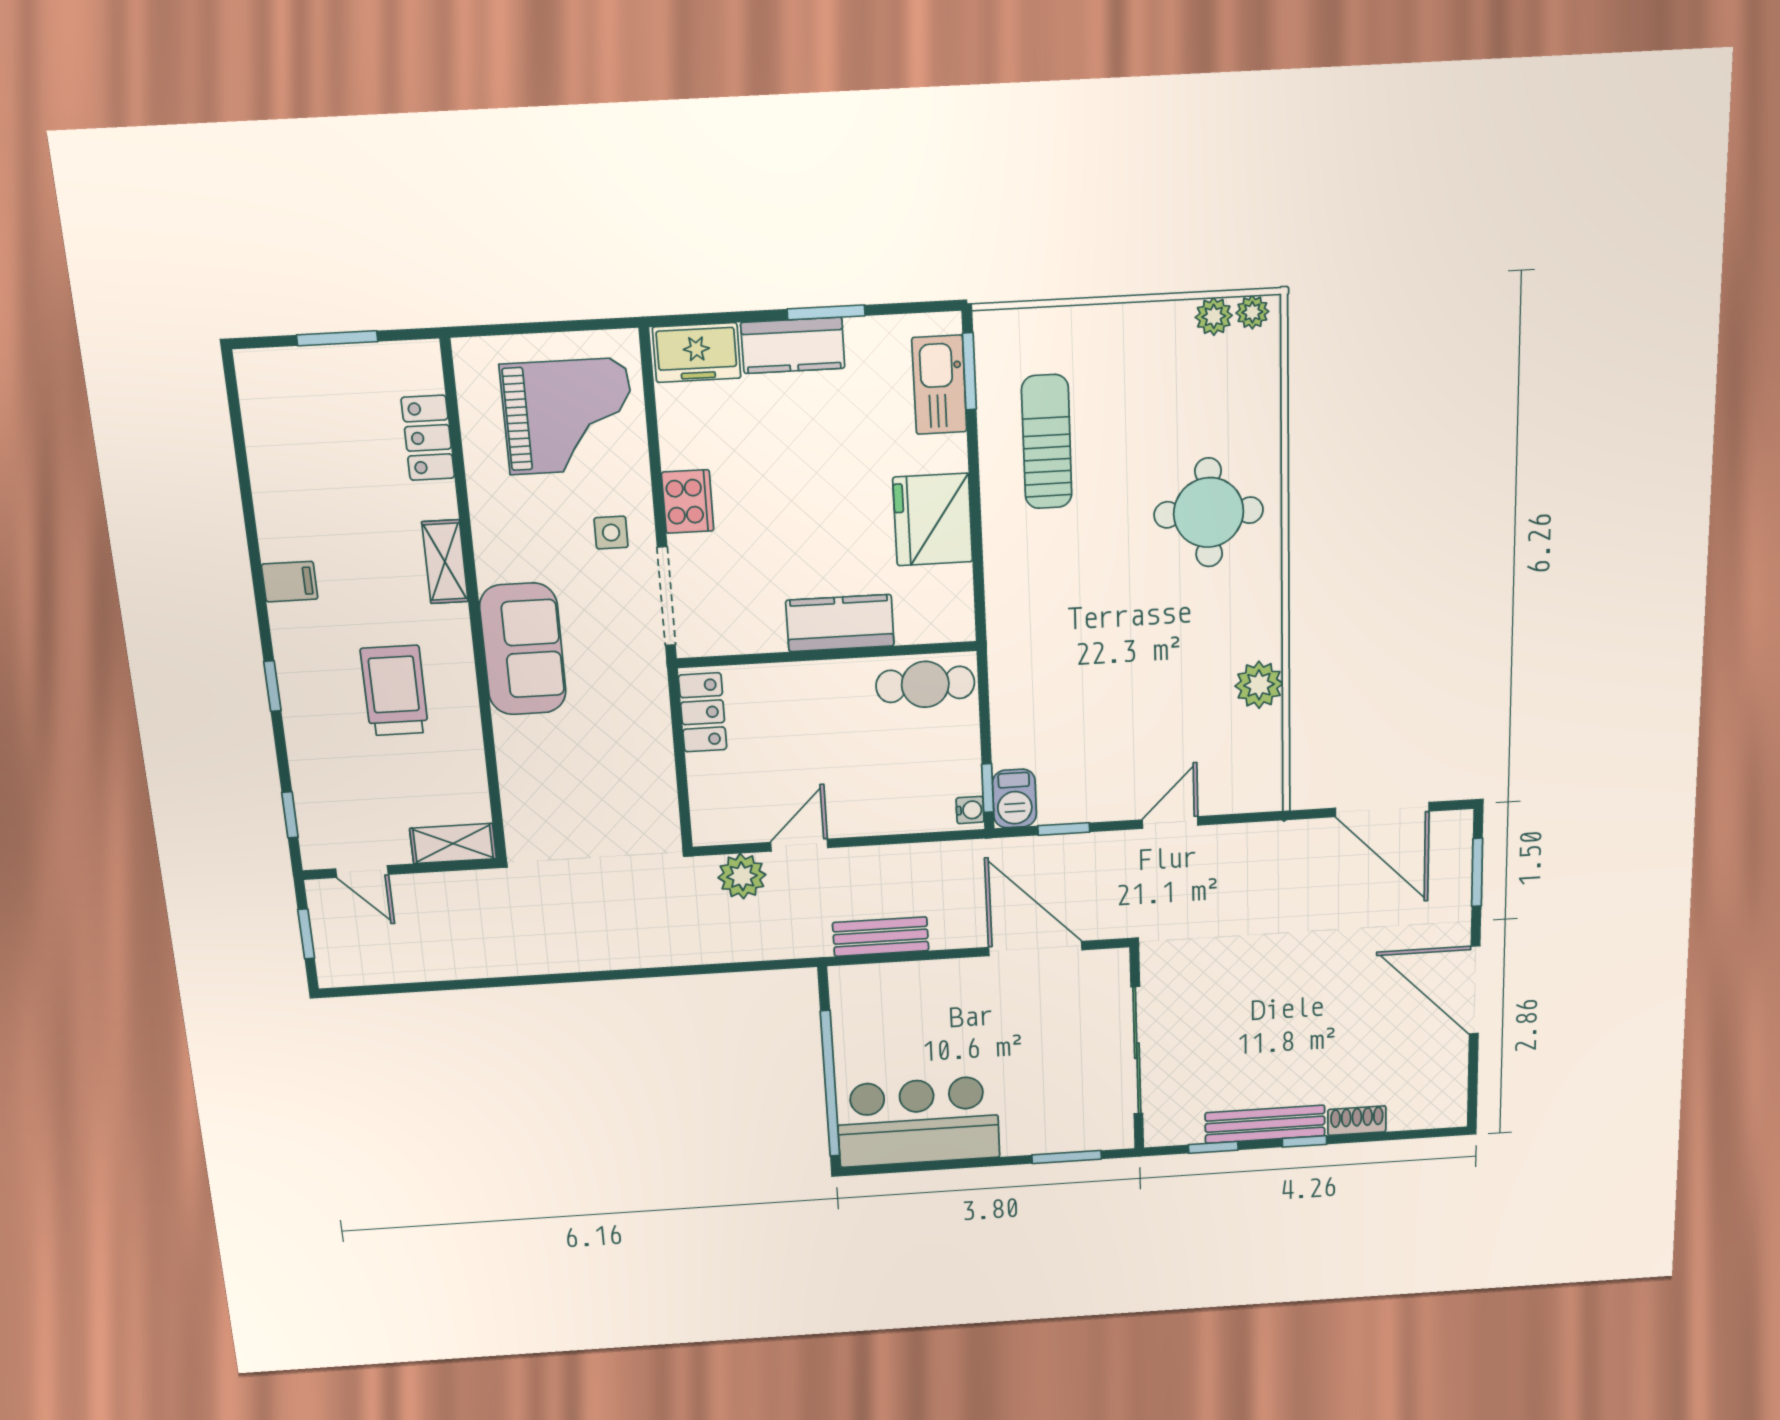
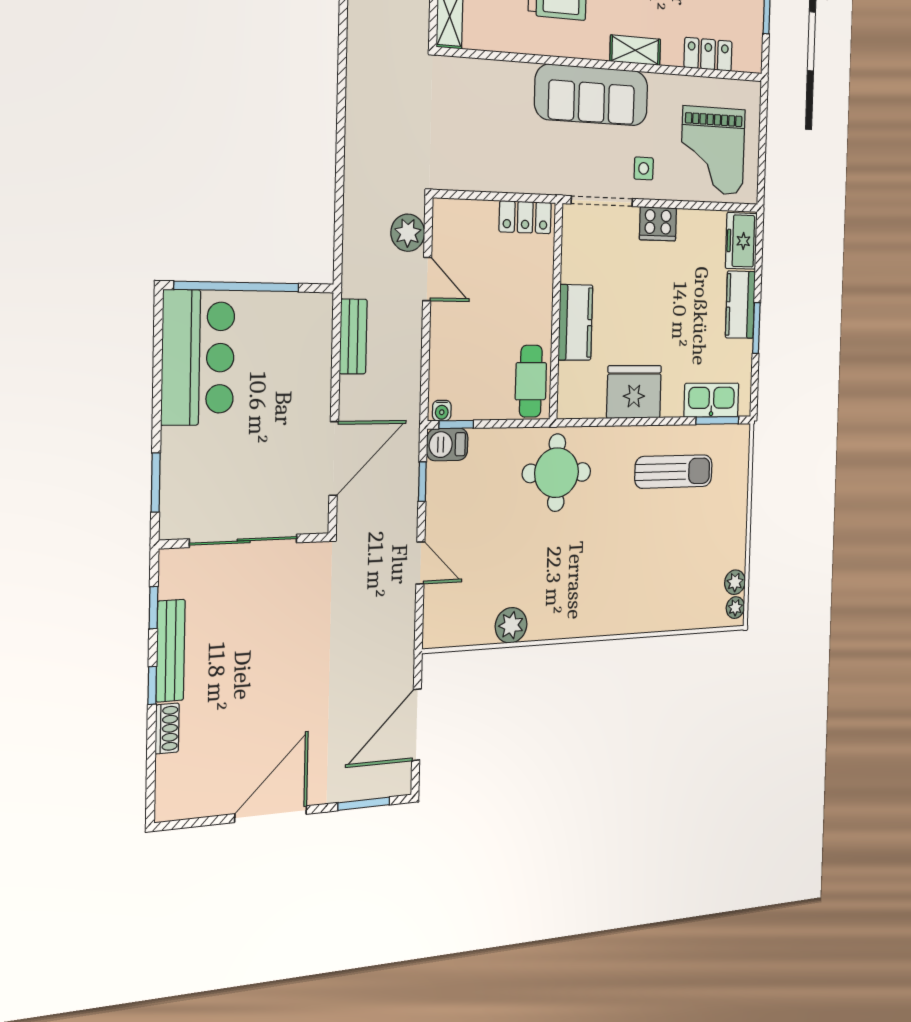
round table: (1209, 512) -> (557, 473), moved
sofa: (523, 649) -> (592, 95), width x1.36

